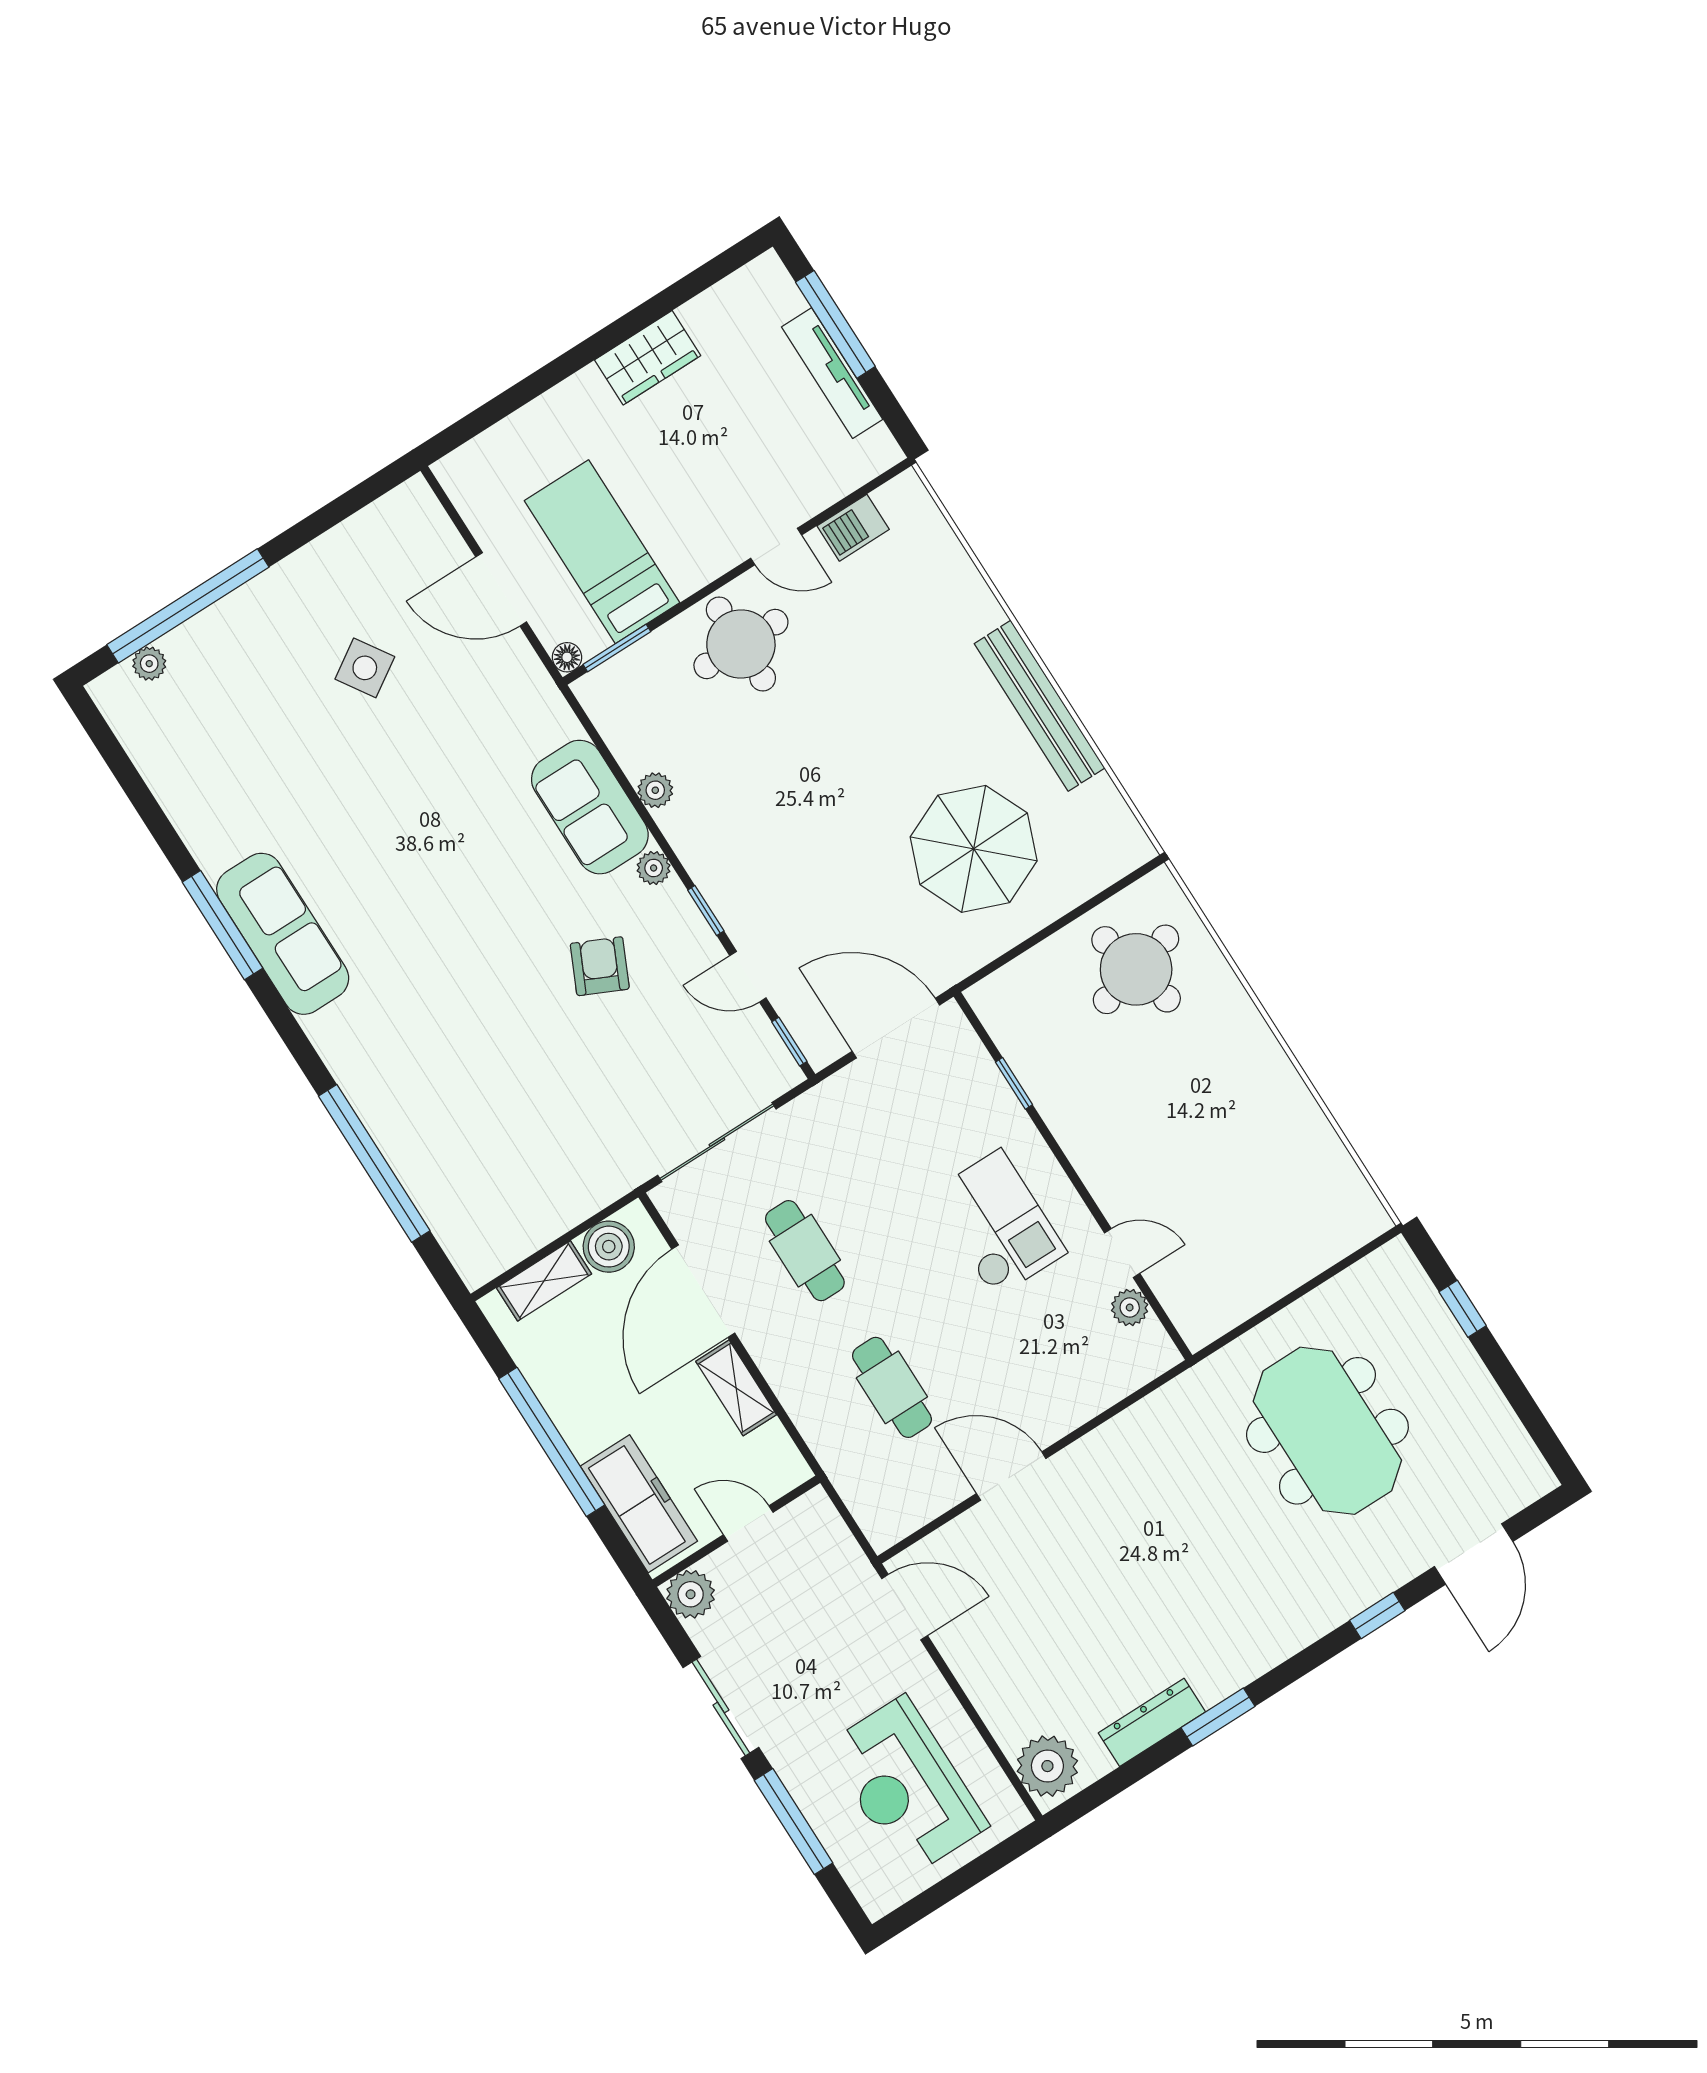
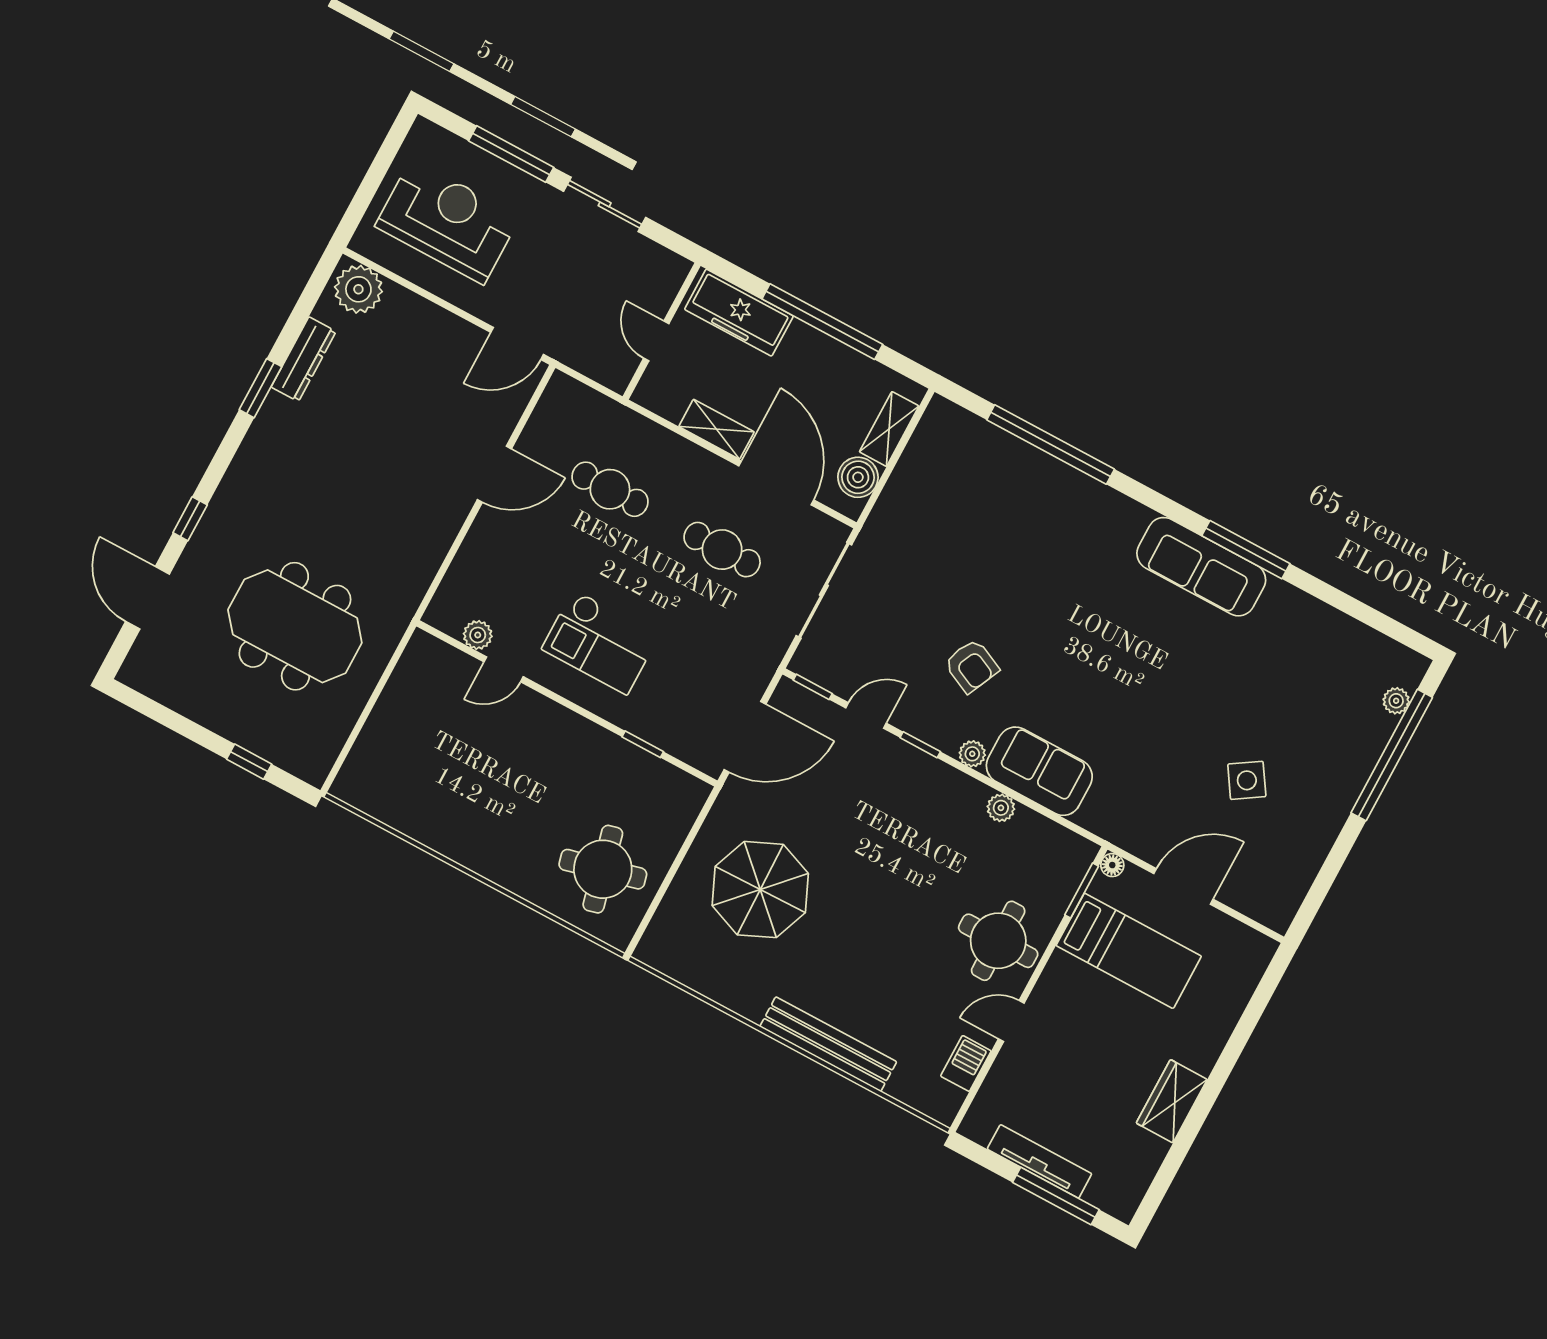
bench: (1040, 706) -> (828, 1044), moved
door: (748, 1524) -> (656, 341), swing flipped
plant: (691, 1594) -> (669, 270), removed

